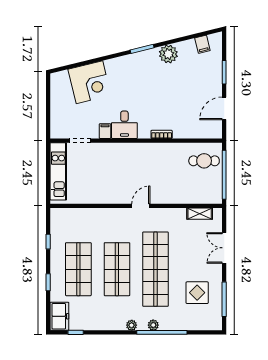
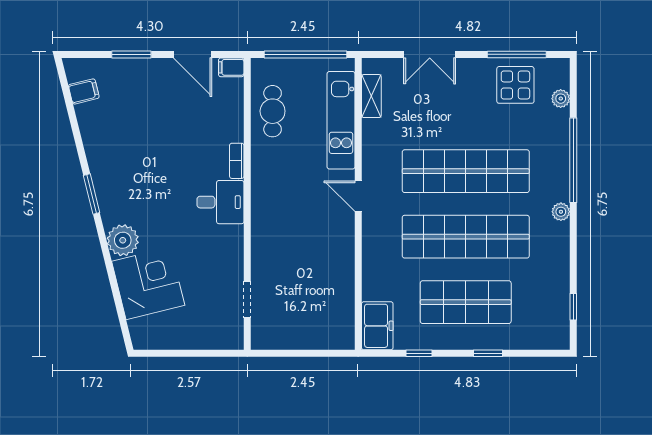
plant: (168, 54) -> (123, 240), moved
desk: (124, 125) -> (220, 202), moved
filing cabinet: (105, 131) -> (231, 67), moved
cafe table: (204, 161) -> (273, 111), moved
kitchen unit: (58, 171) -> (341, 120), moved, turned -90
shop shelf: (117, 269) -> (466, 237), width x1.40
display table: (197, 293) -> (515, 85), moved
freezer: (59, 316) -> (377, 326), moved, turned 90
plant: (153, 325) -> (561, 99), moved

